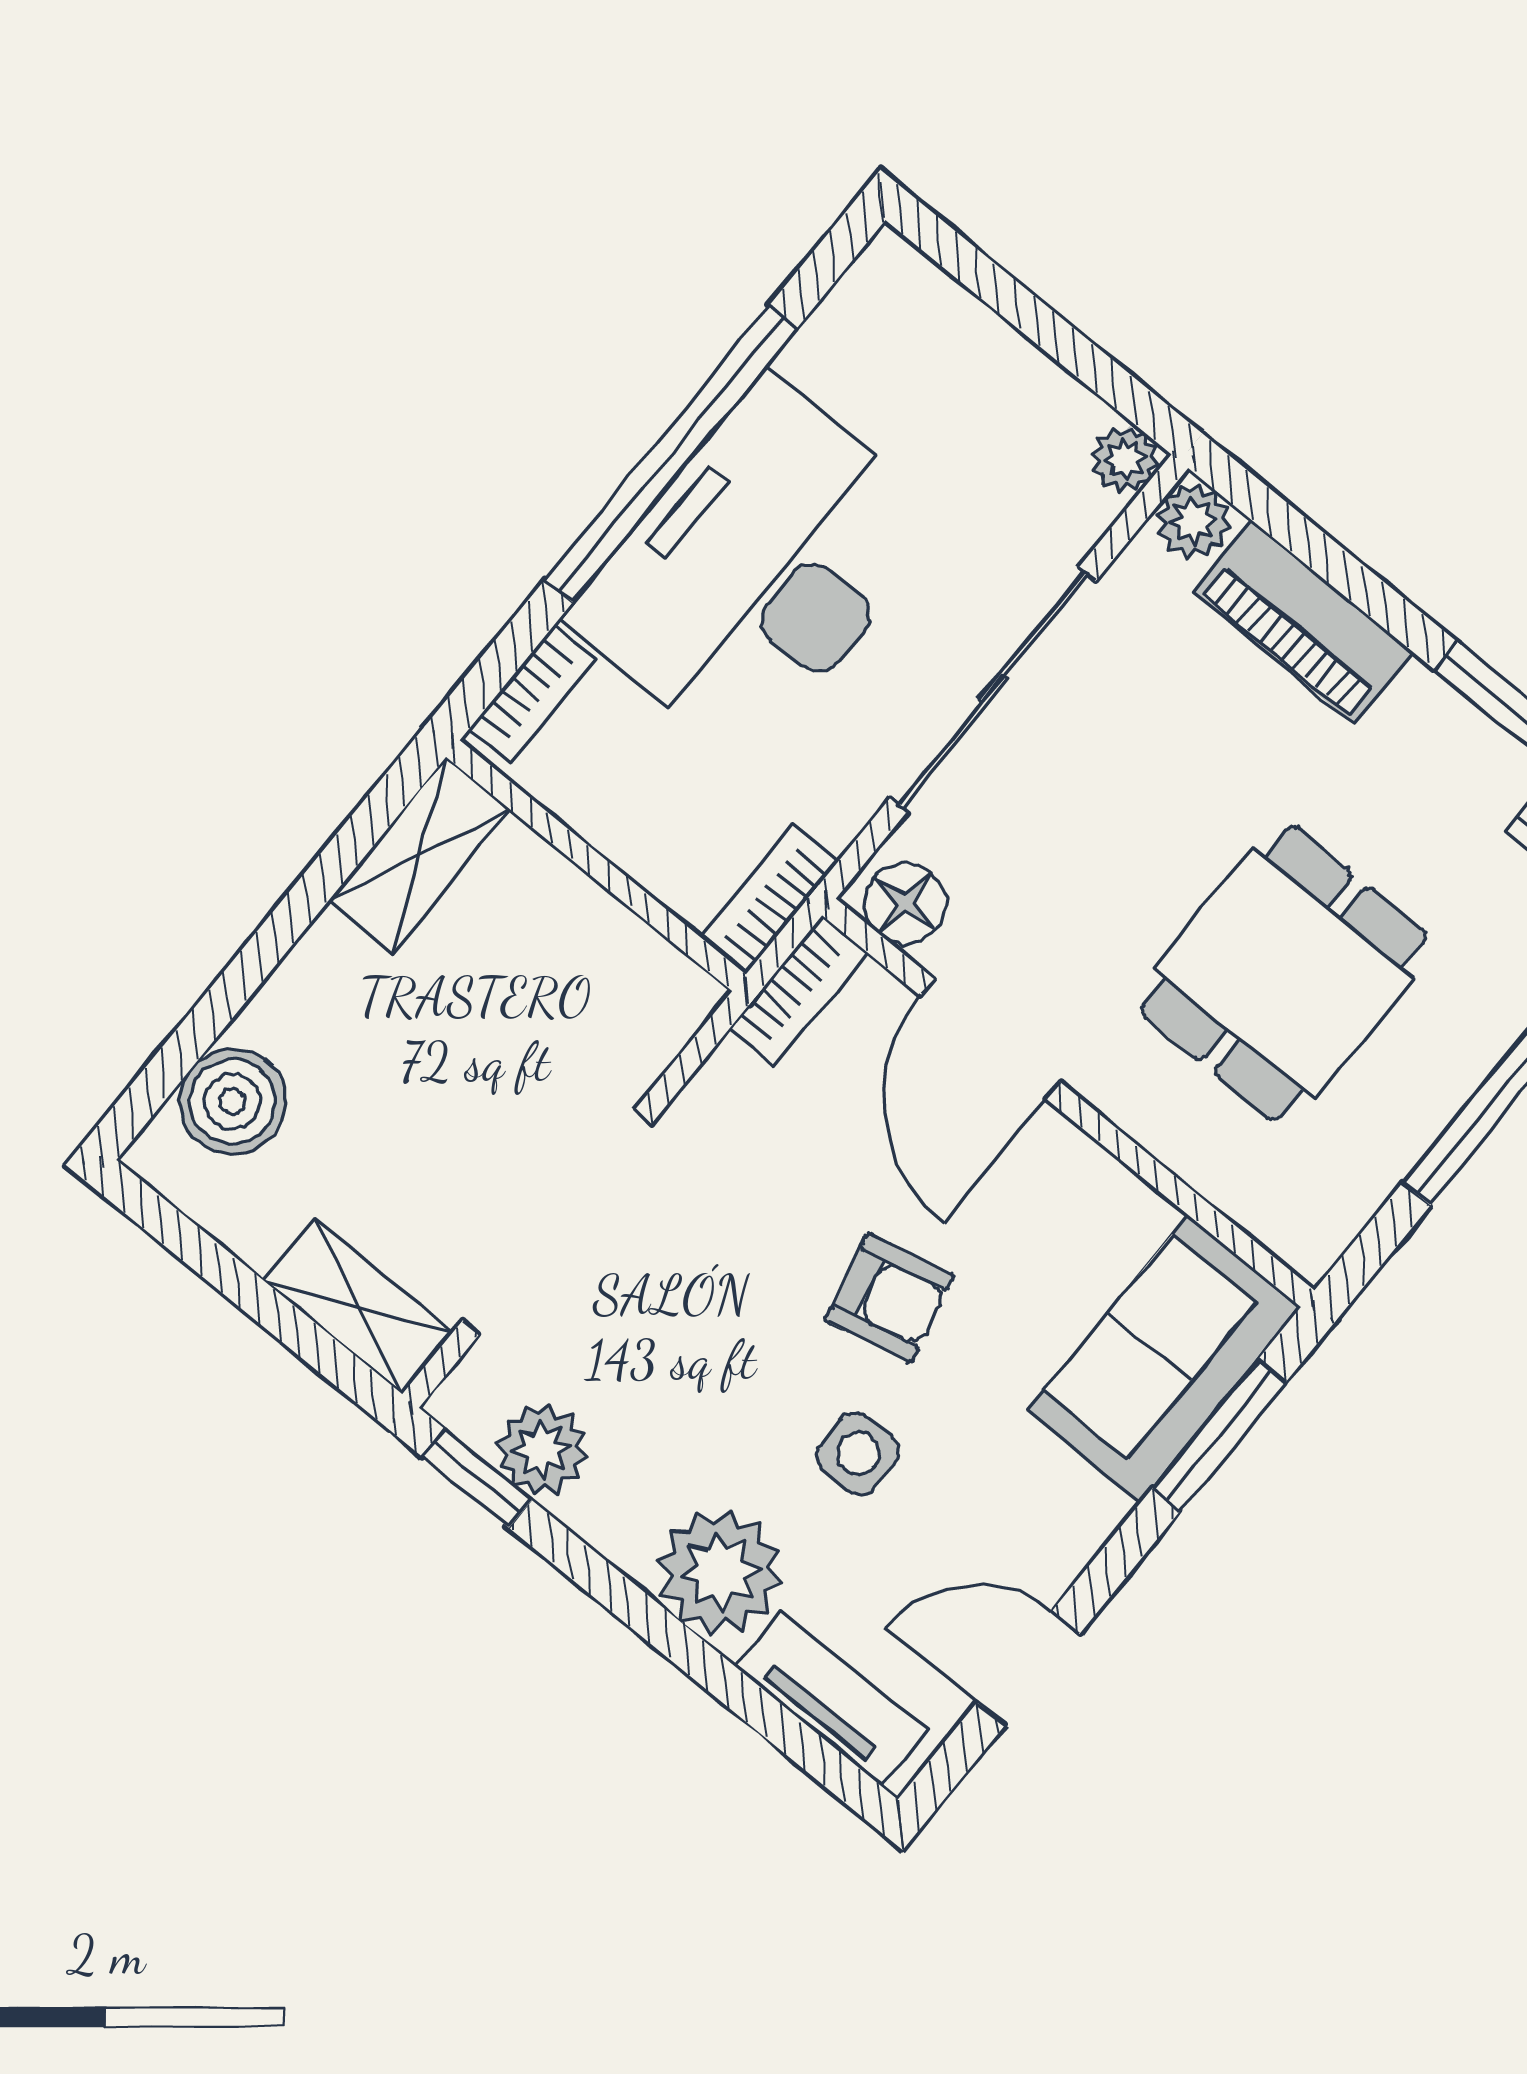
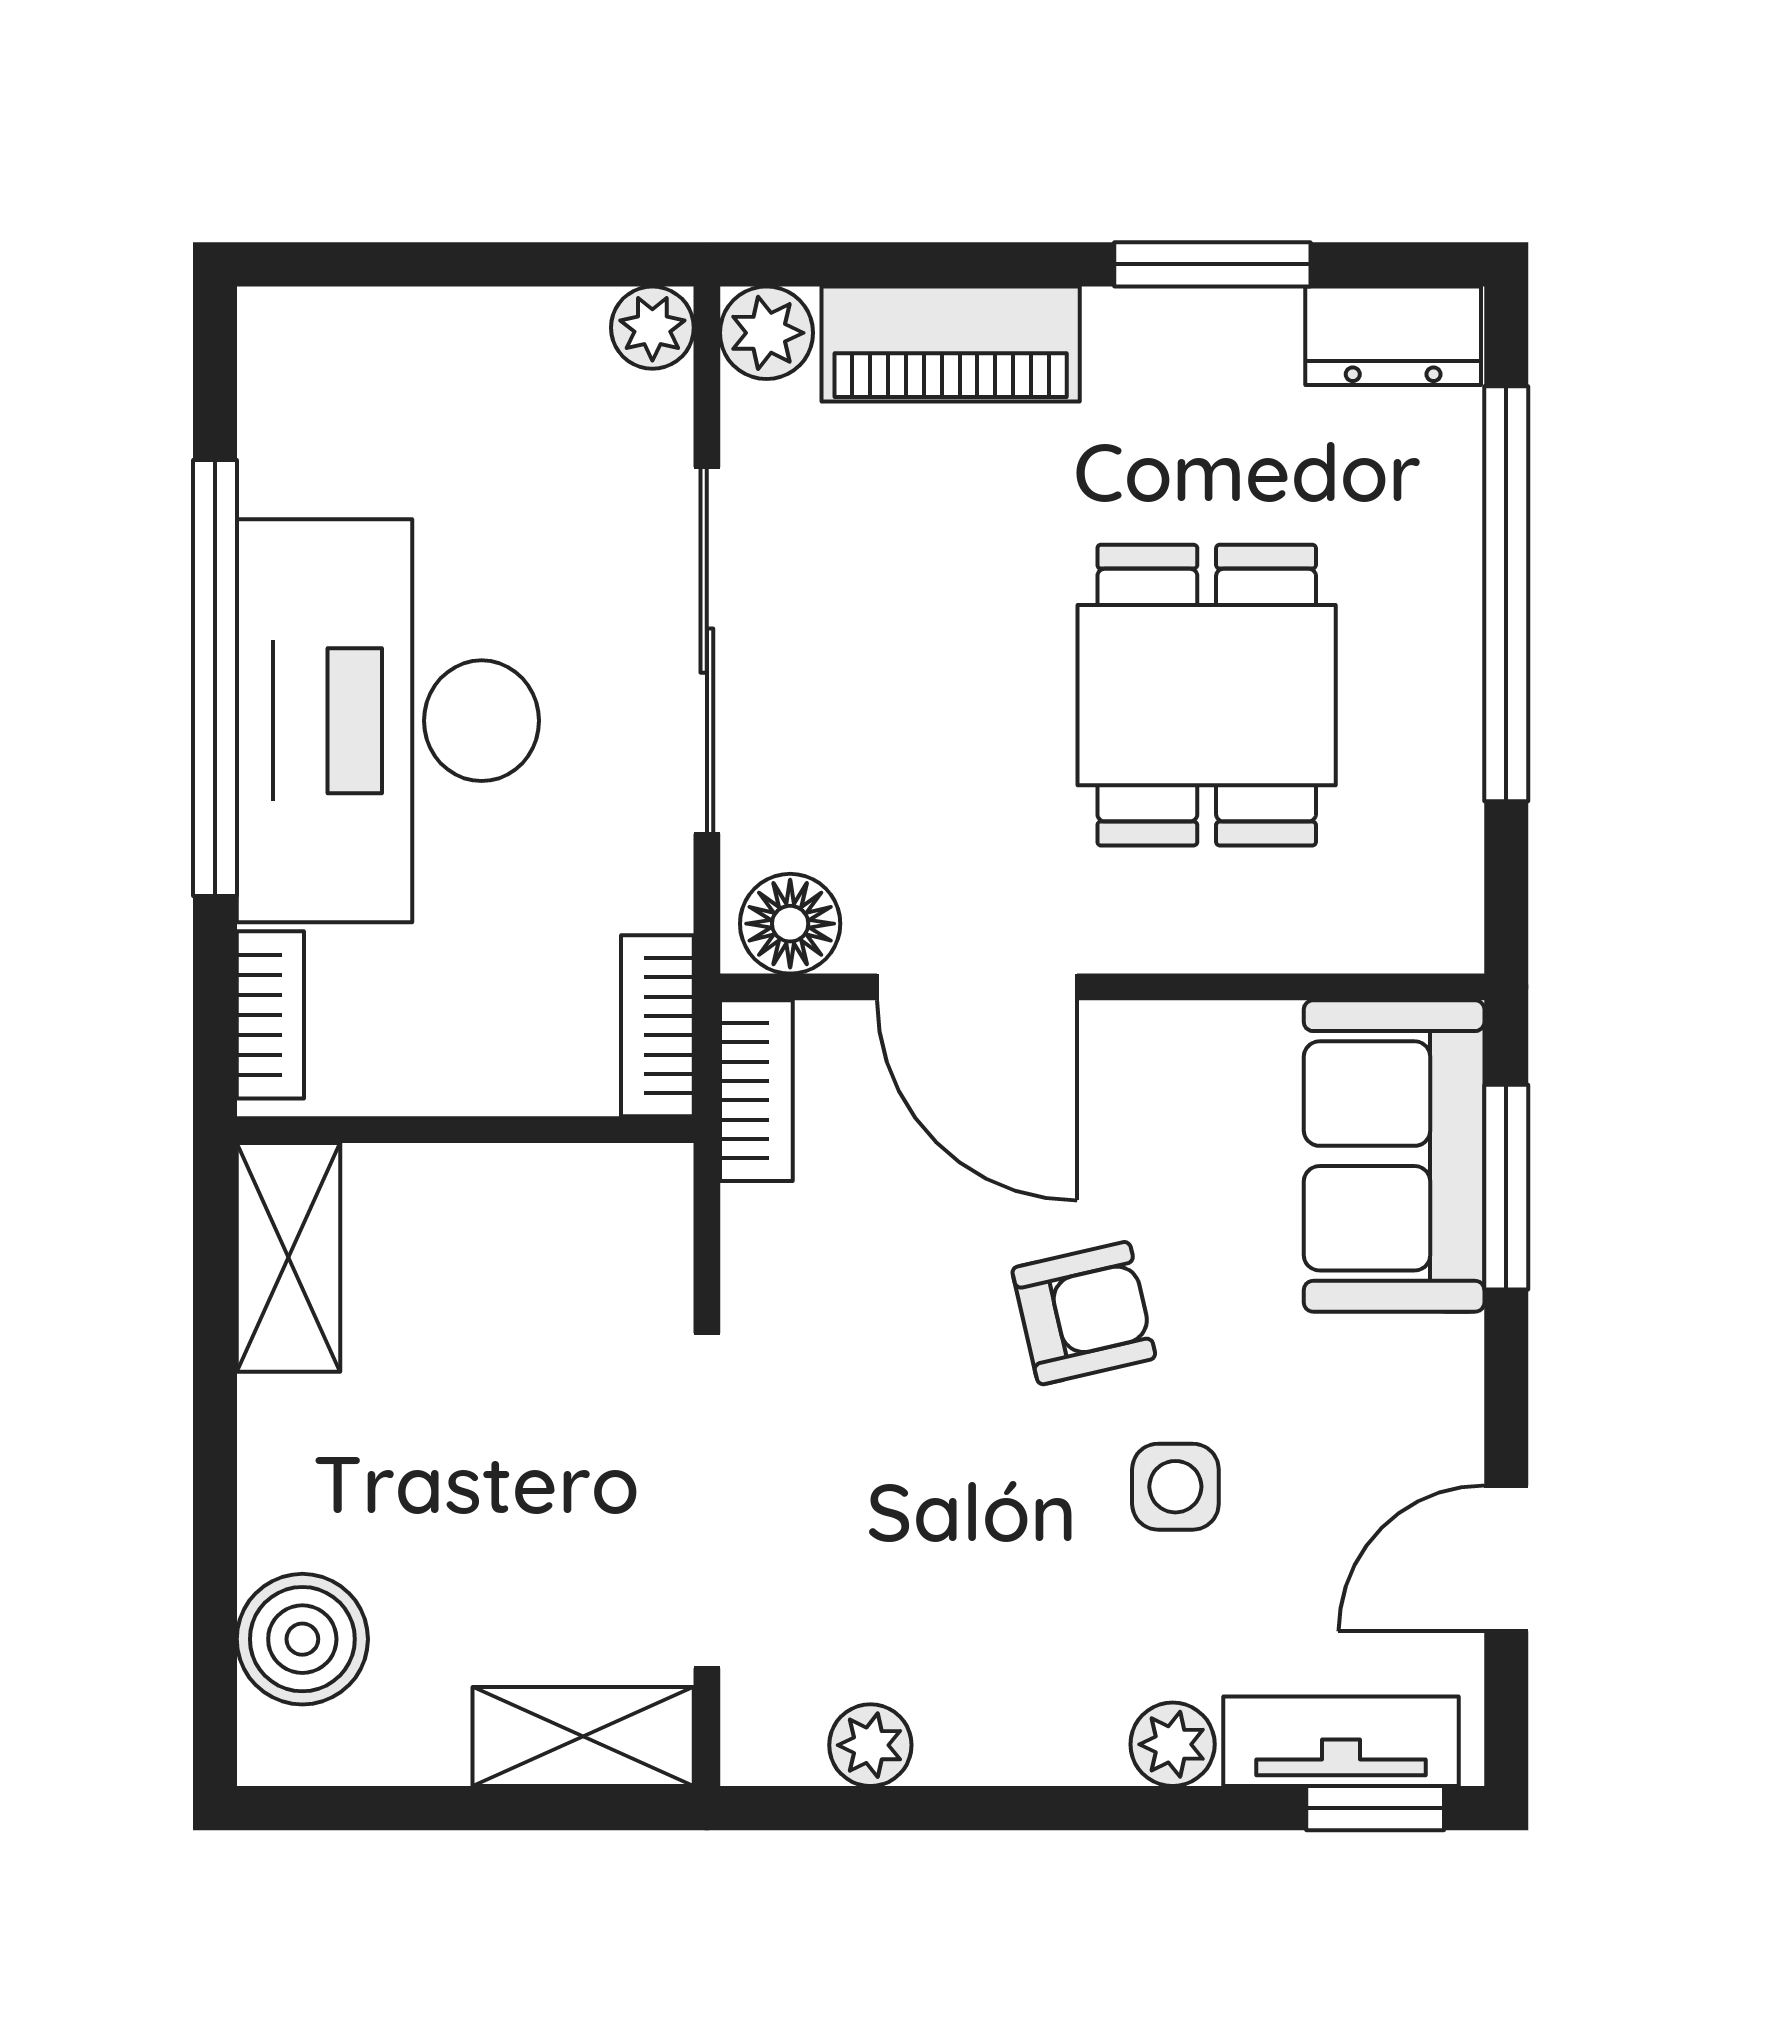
plant: (542, 1450) -> (870, 1745), width x0.73, depth x0.73
window: (477, 1478) -> (1375, 1808), moved
plant: (720, 1572) -> (1173, 1744), width x0.53, depth x0.53

